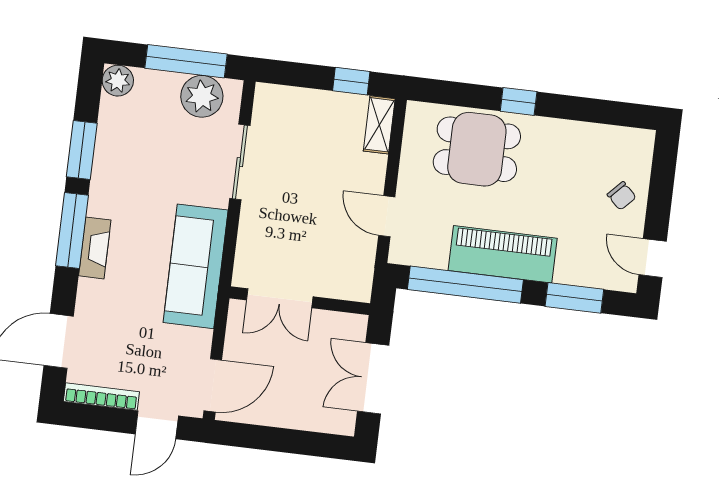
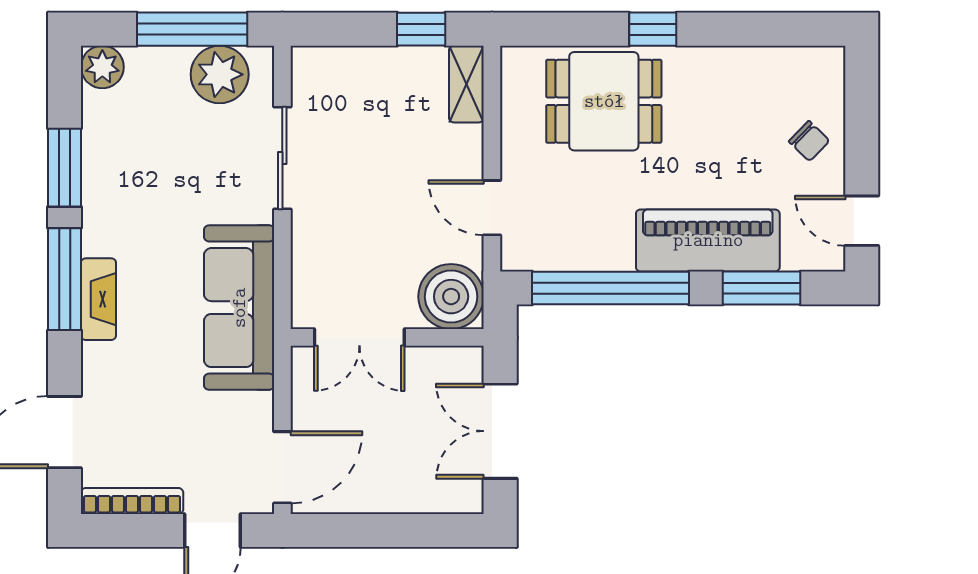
piano: (503, 254) -> (708, 240), moved
boiler: (350, 277) -> (451, 297), added

